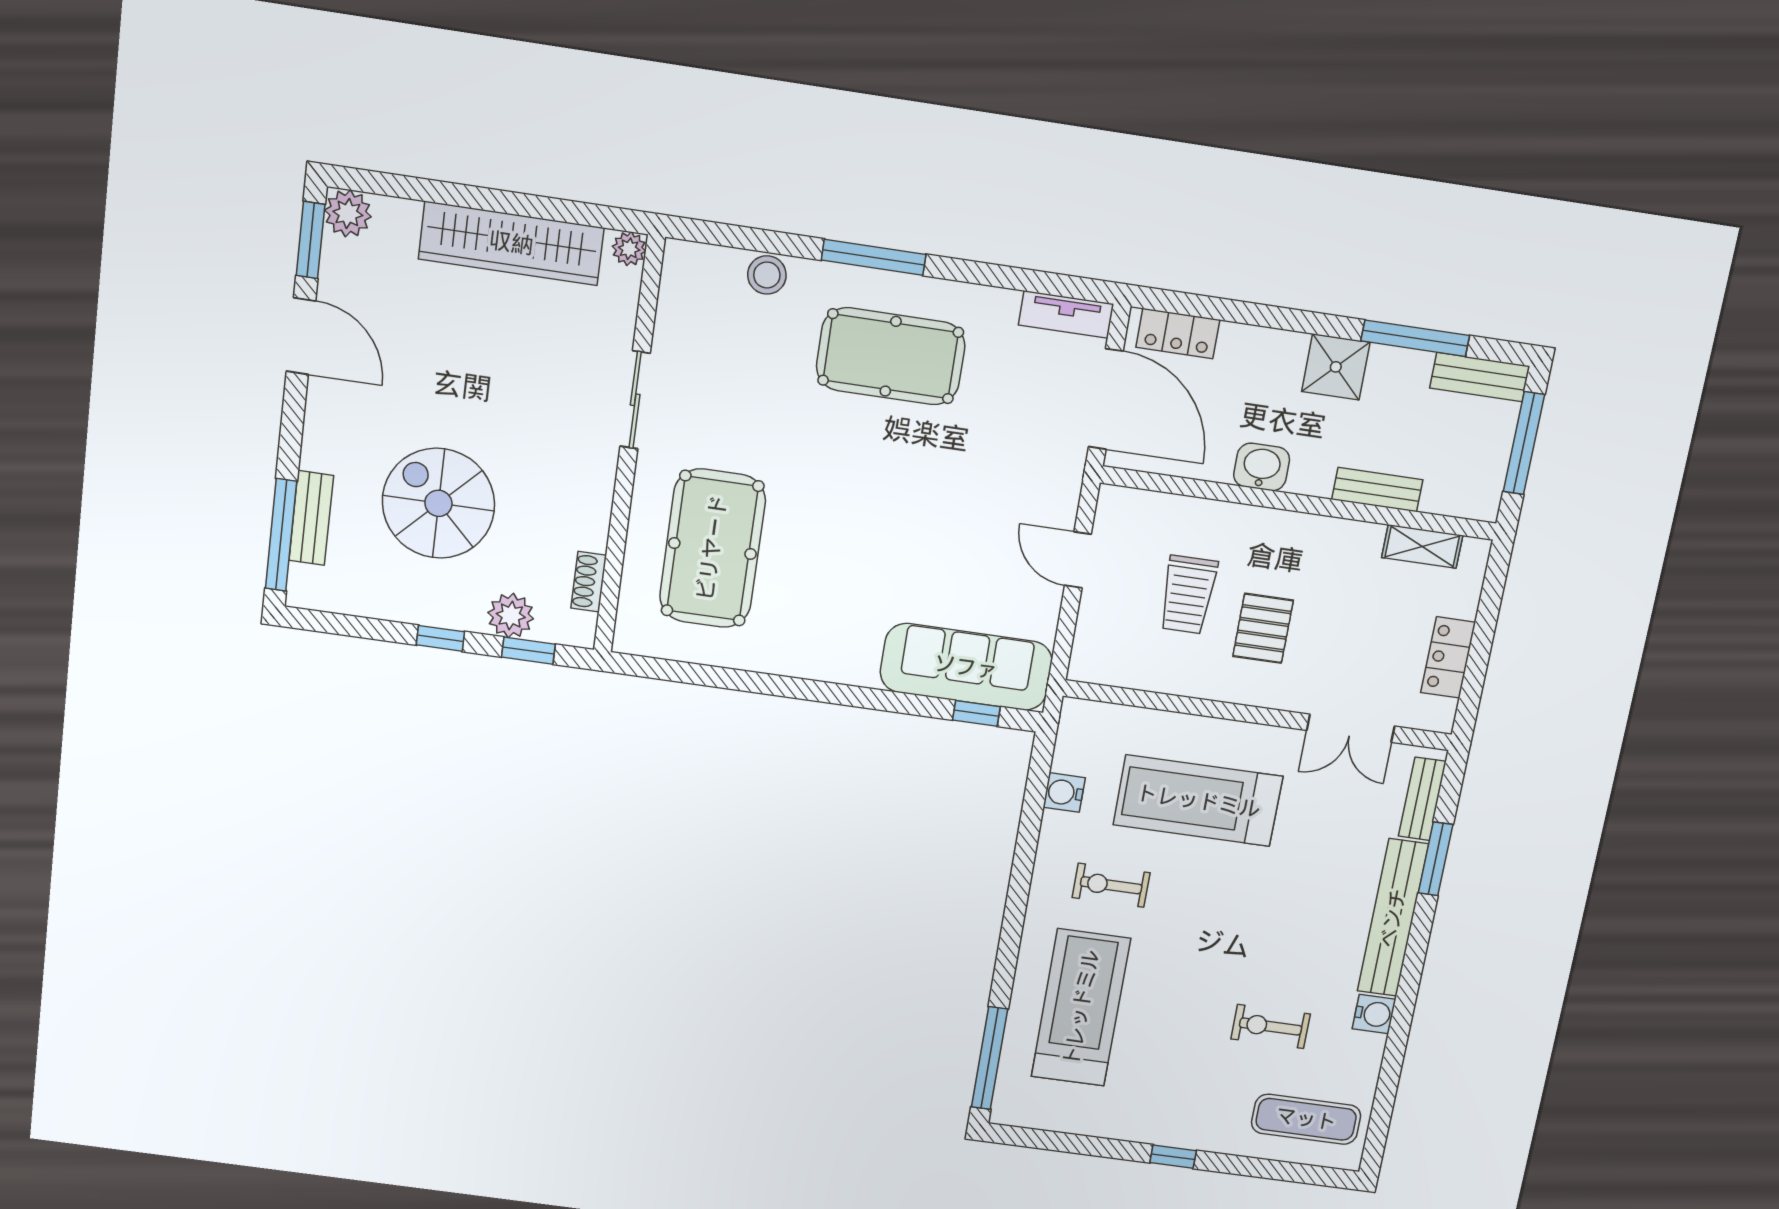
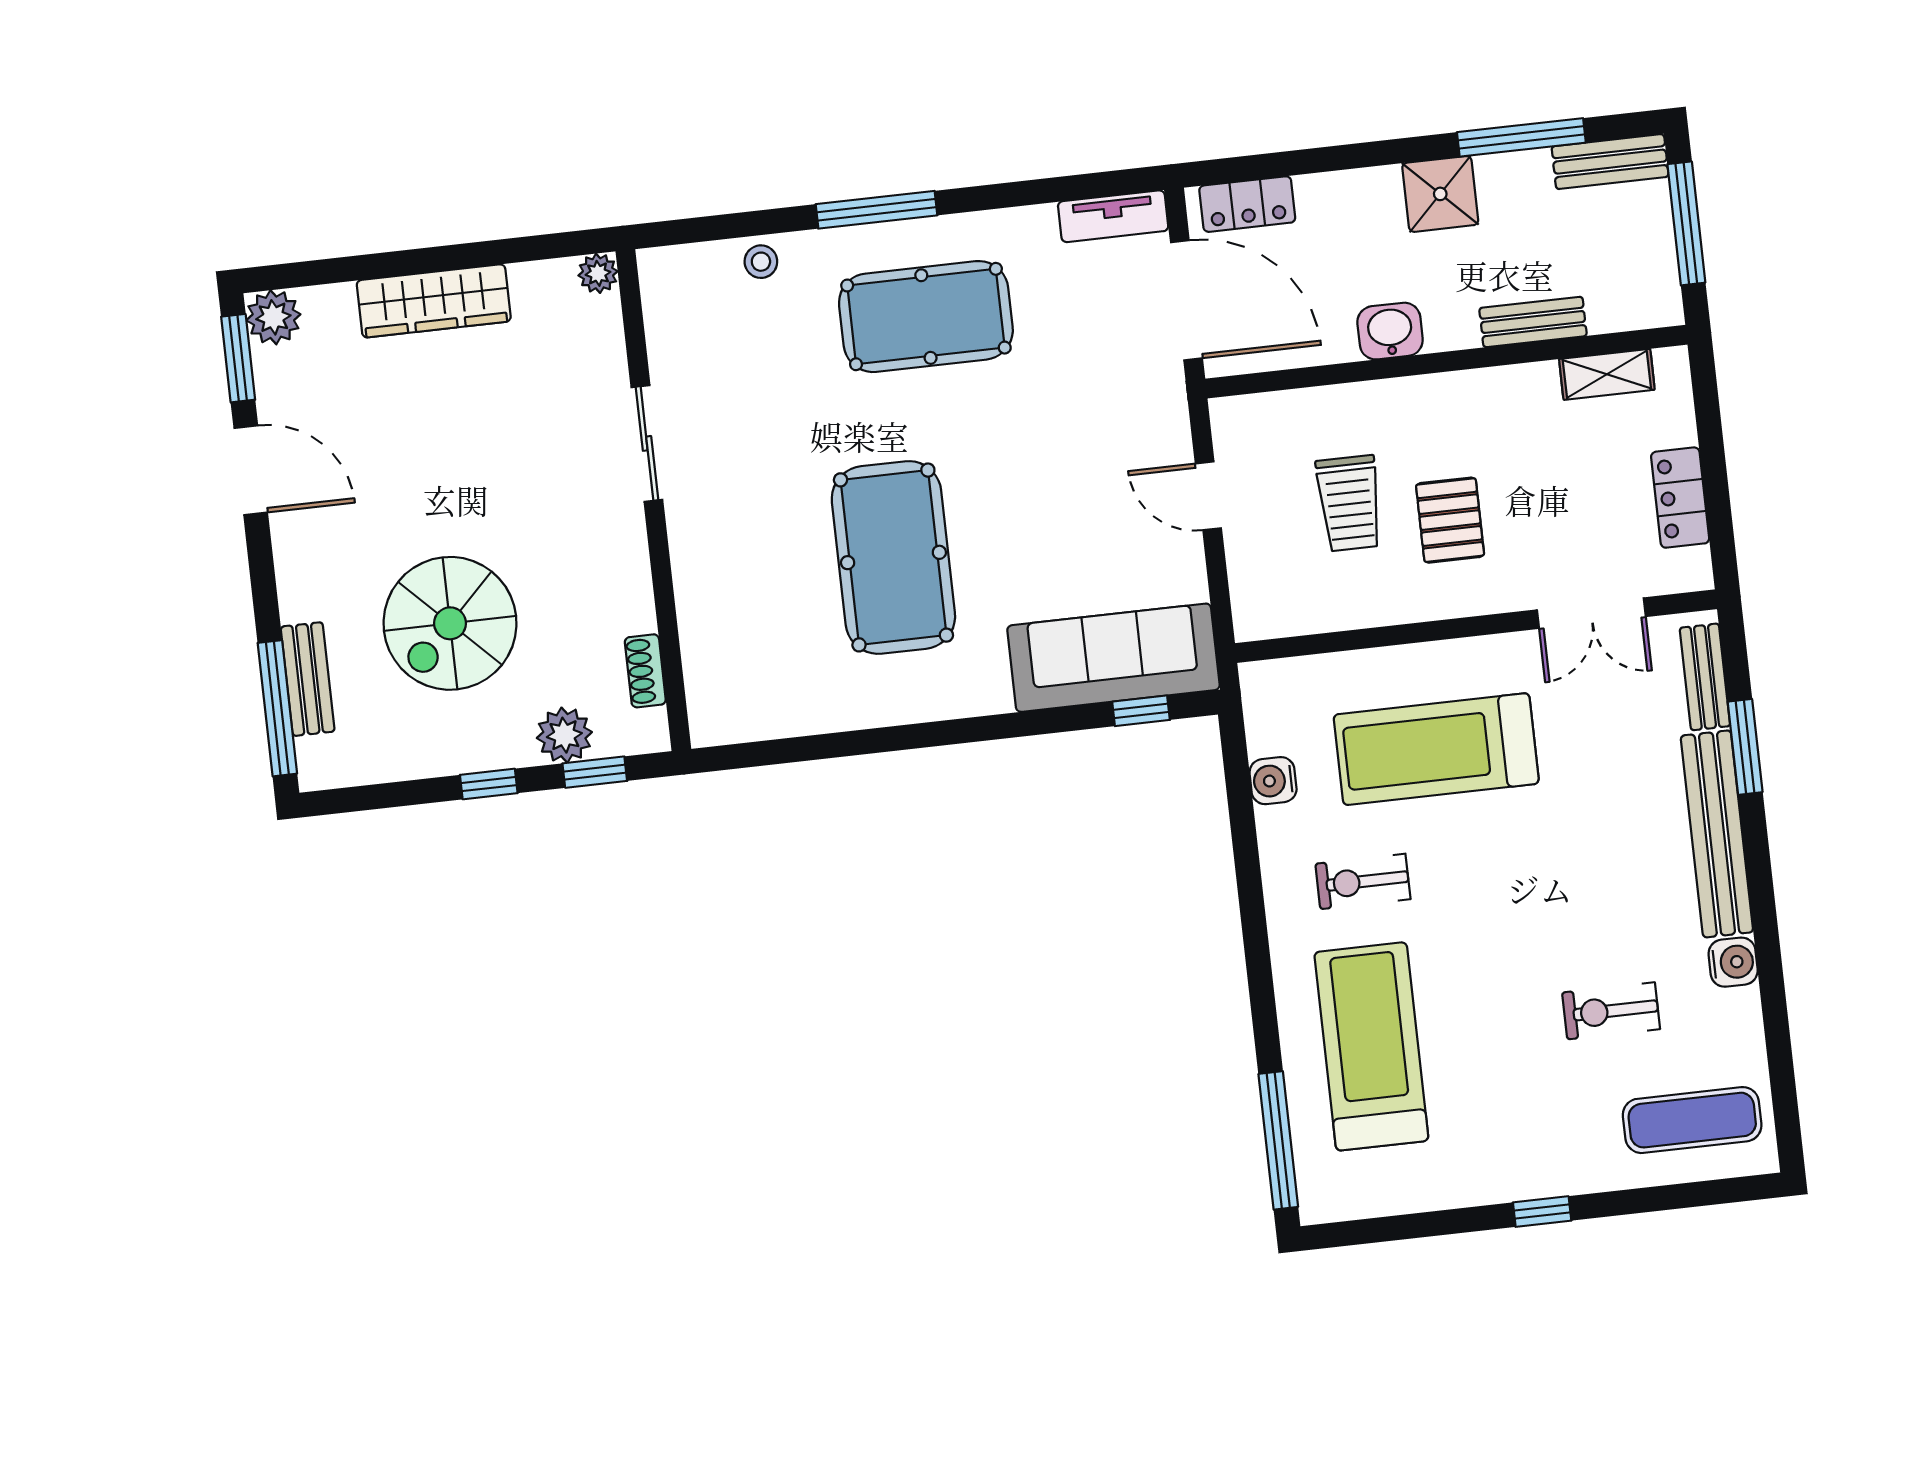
wardrobe: (511, 243) -> (434, 301), width x0.71, depth x0.85
stool: (767, 275) -> (761, 262), width x0.73, depth x0.73
spiral stairs: (438, 503) -> (450, 623), turned -90
pool table: (712, 548) -> (893, 557), moved

